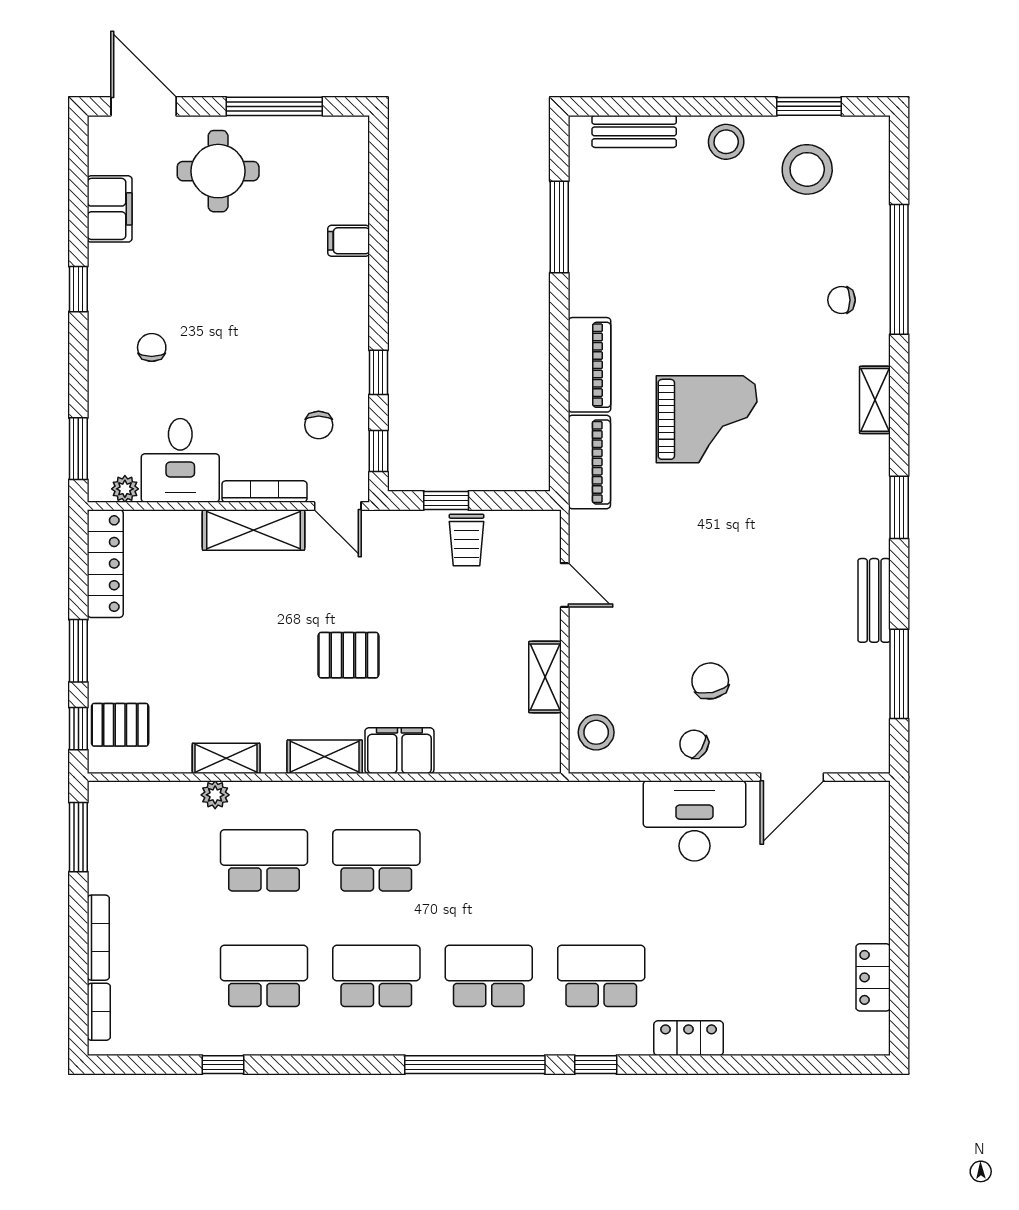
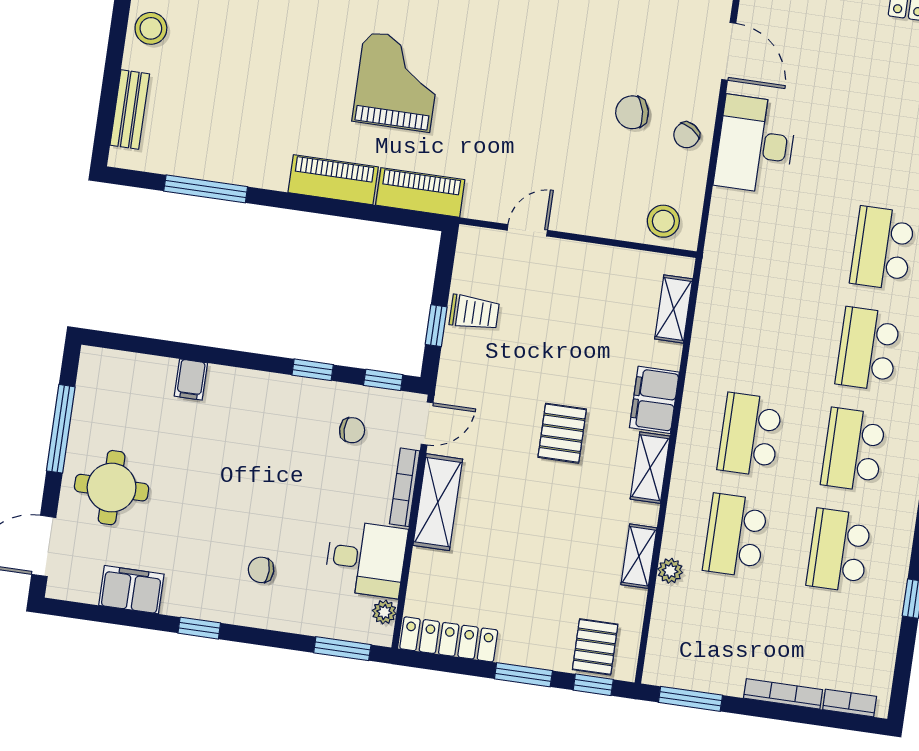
shelving: (545, 677) -> (674, 309), moved, turned 90

